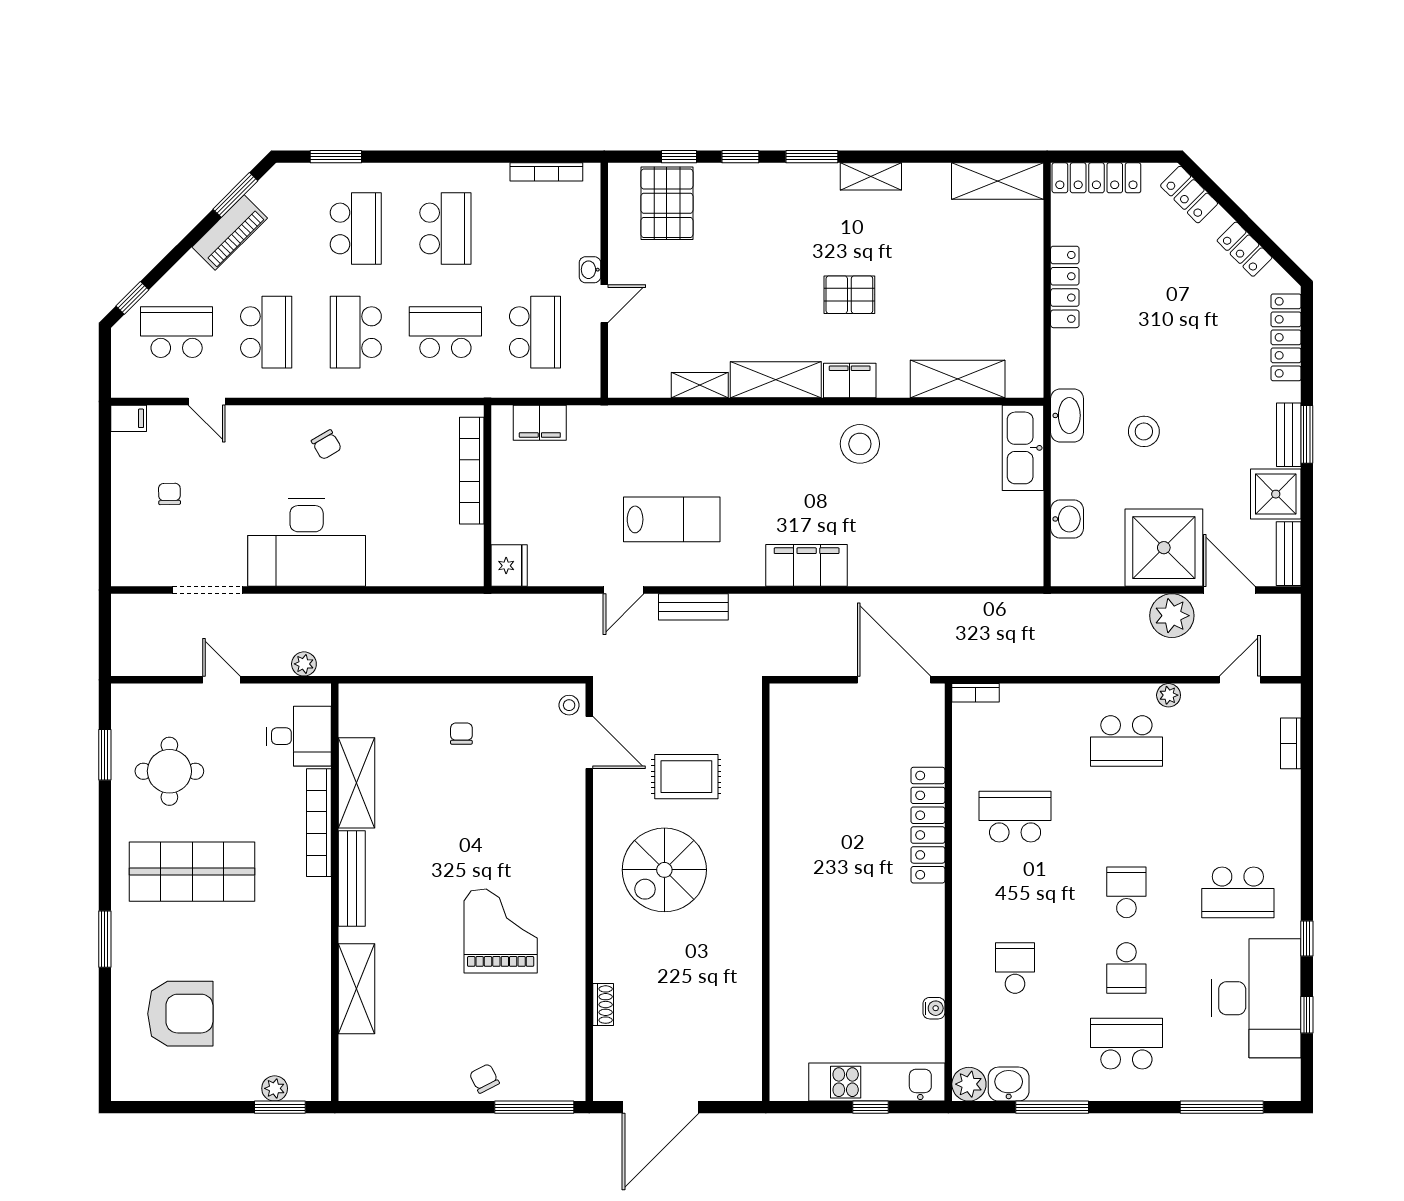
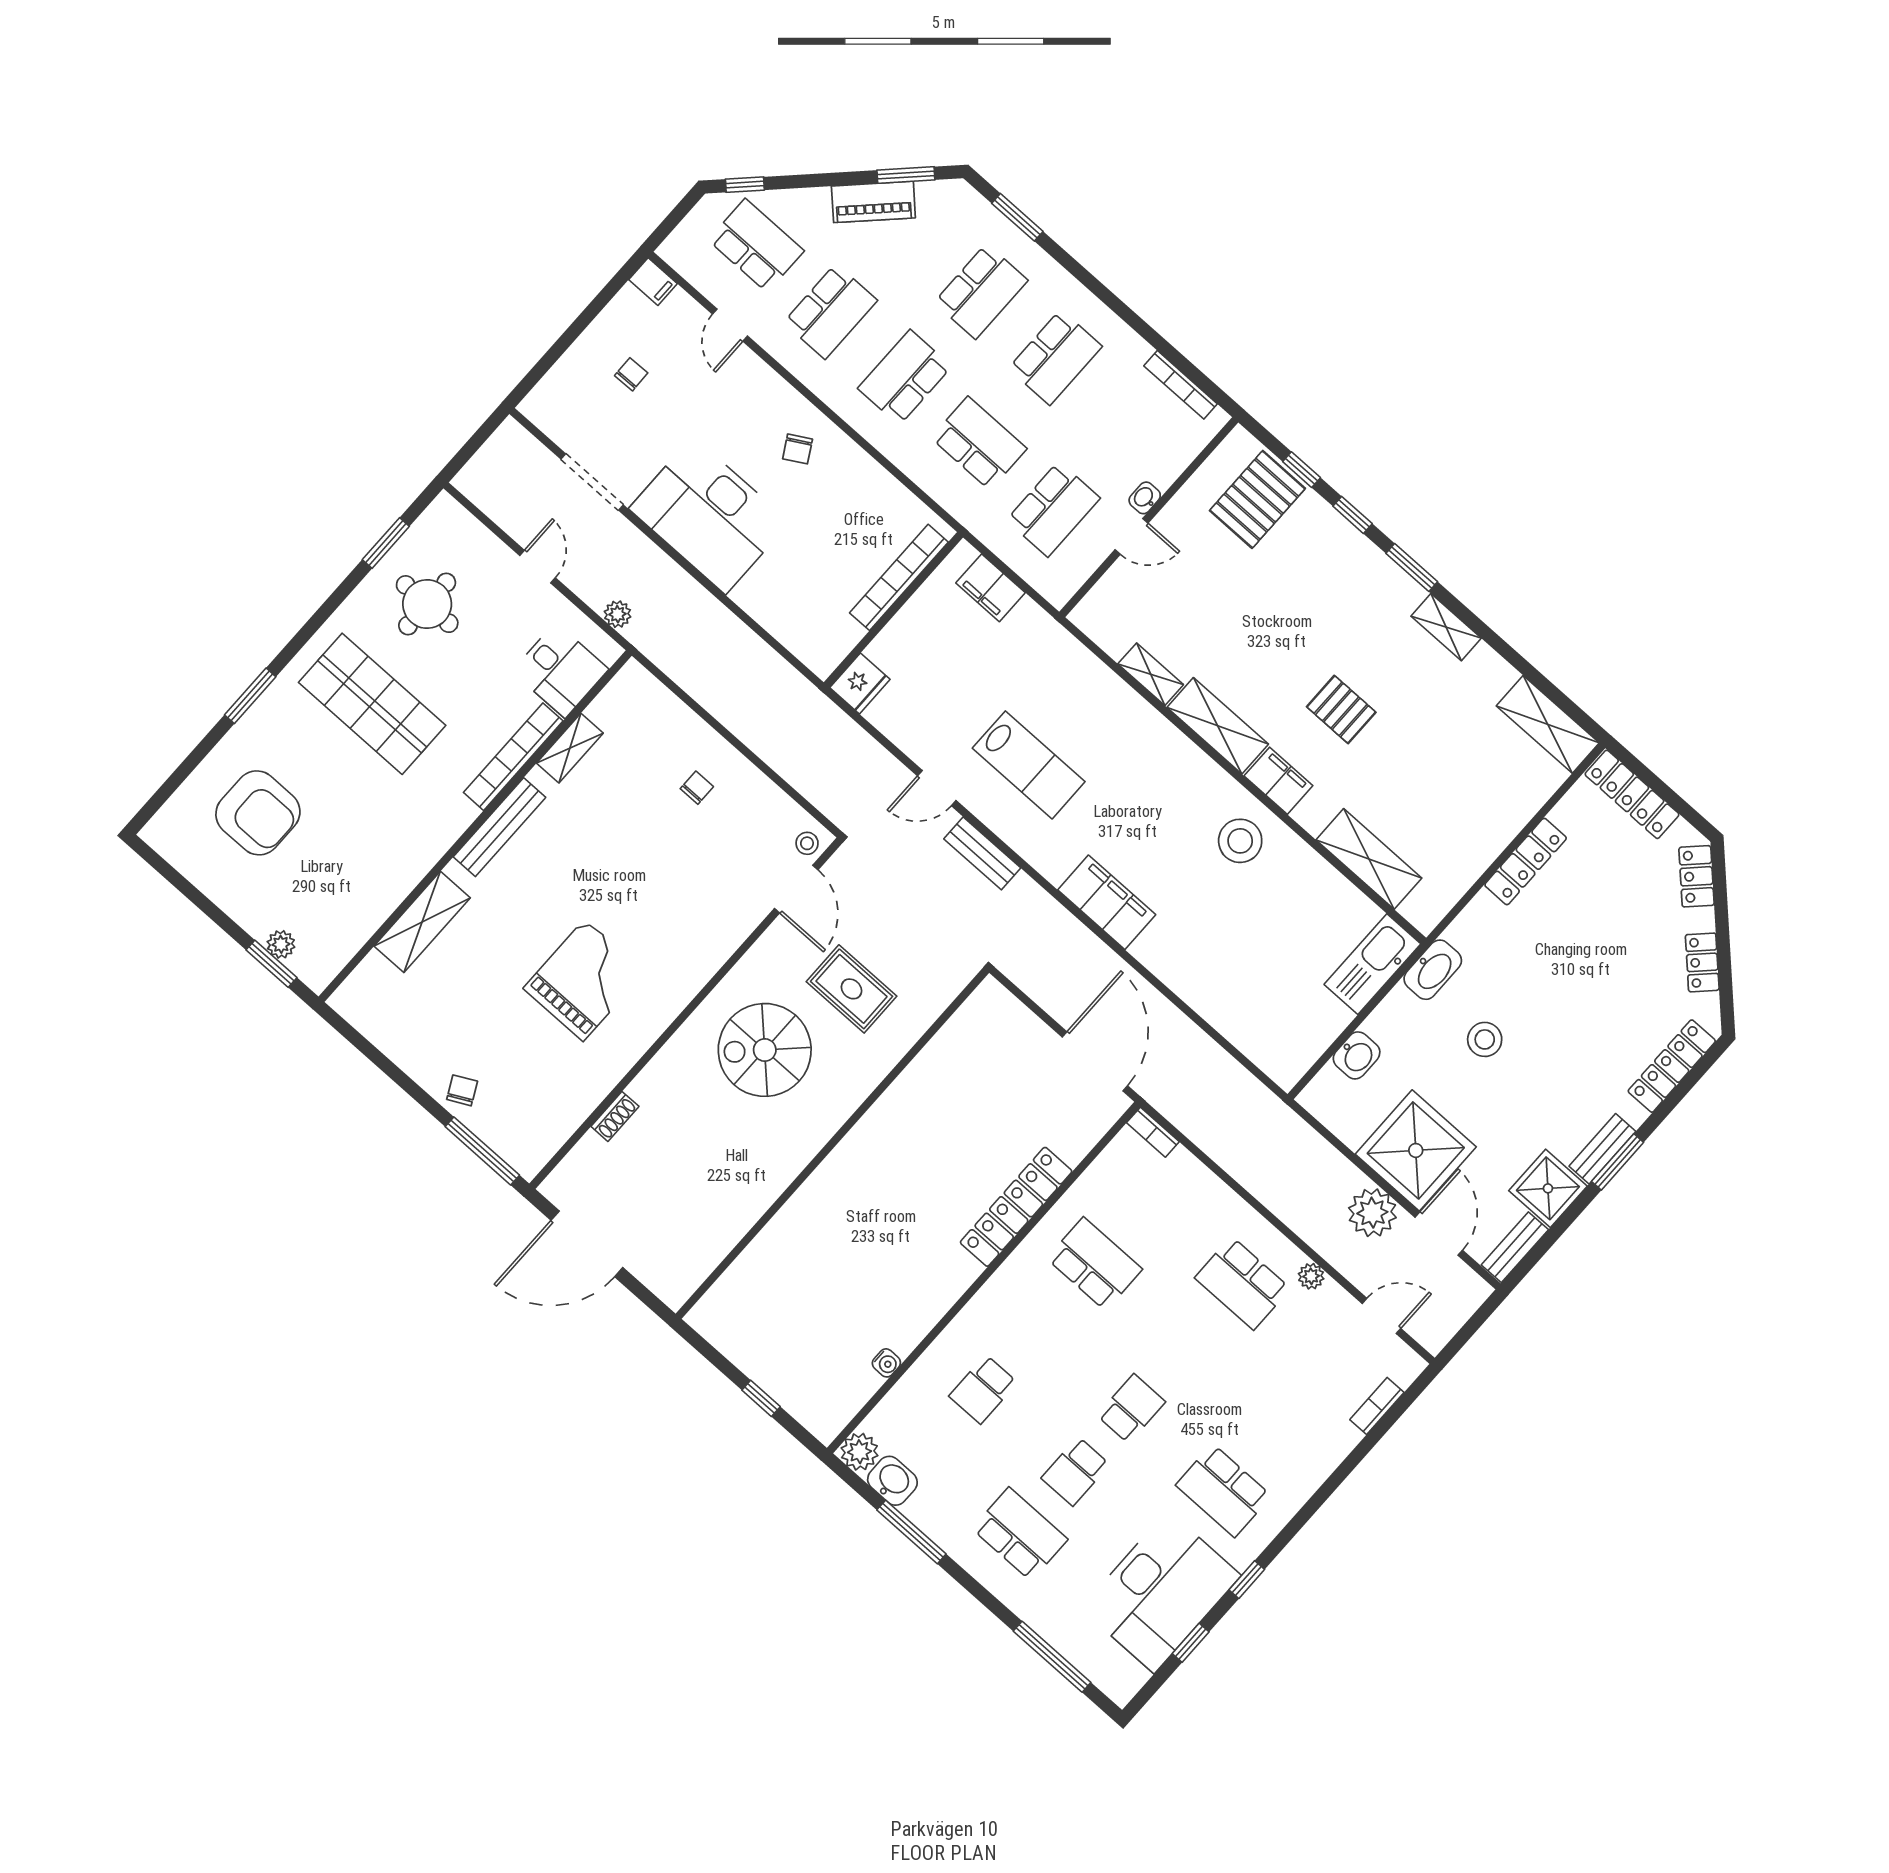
shelving: (357, 783) -> (570, 748), width x0.67, depth x0.75
school desk: (1015, 968) -> (983, 1389), turned 180
kitchen unit: (877, 1082) -> (785, 1382), removed

